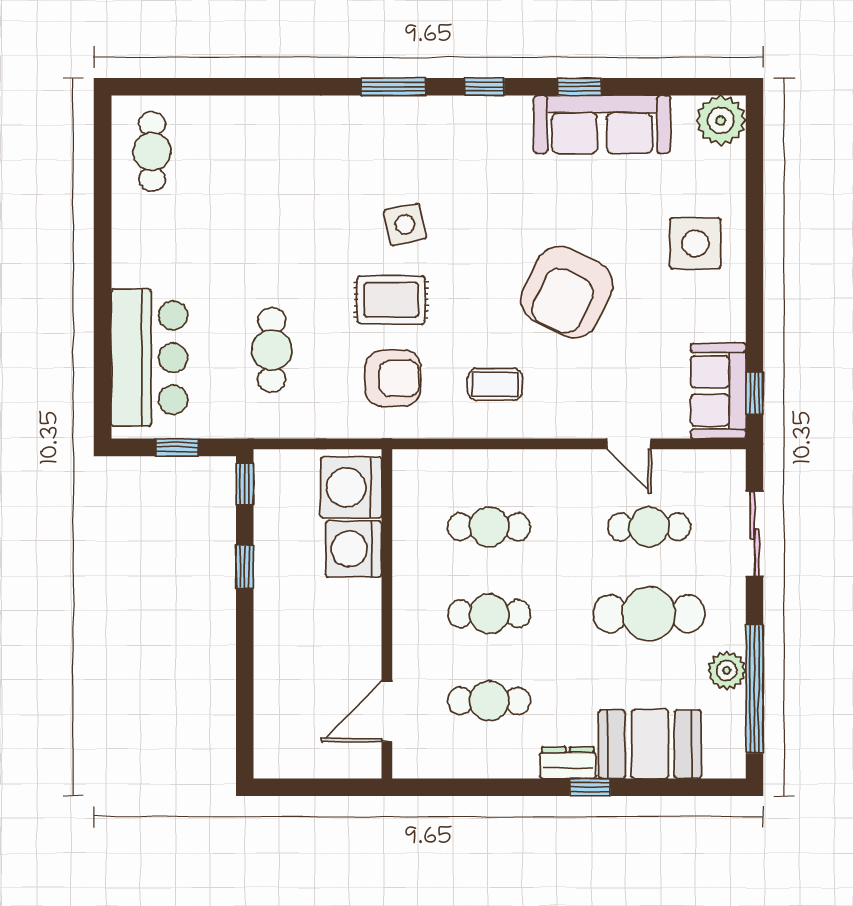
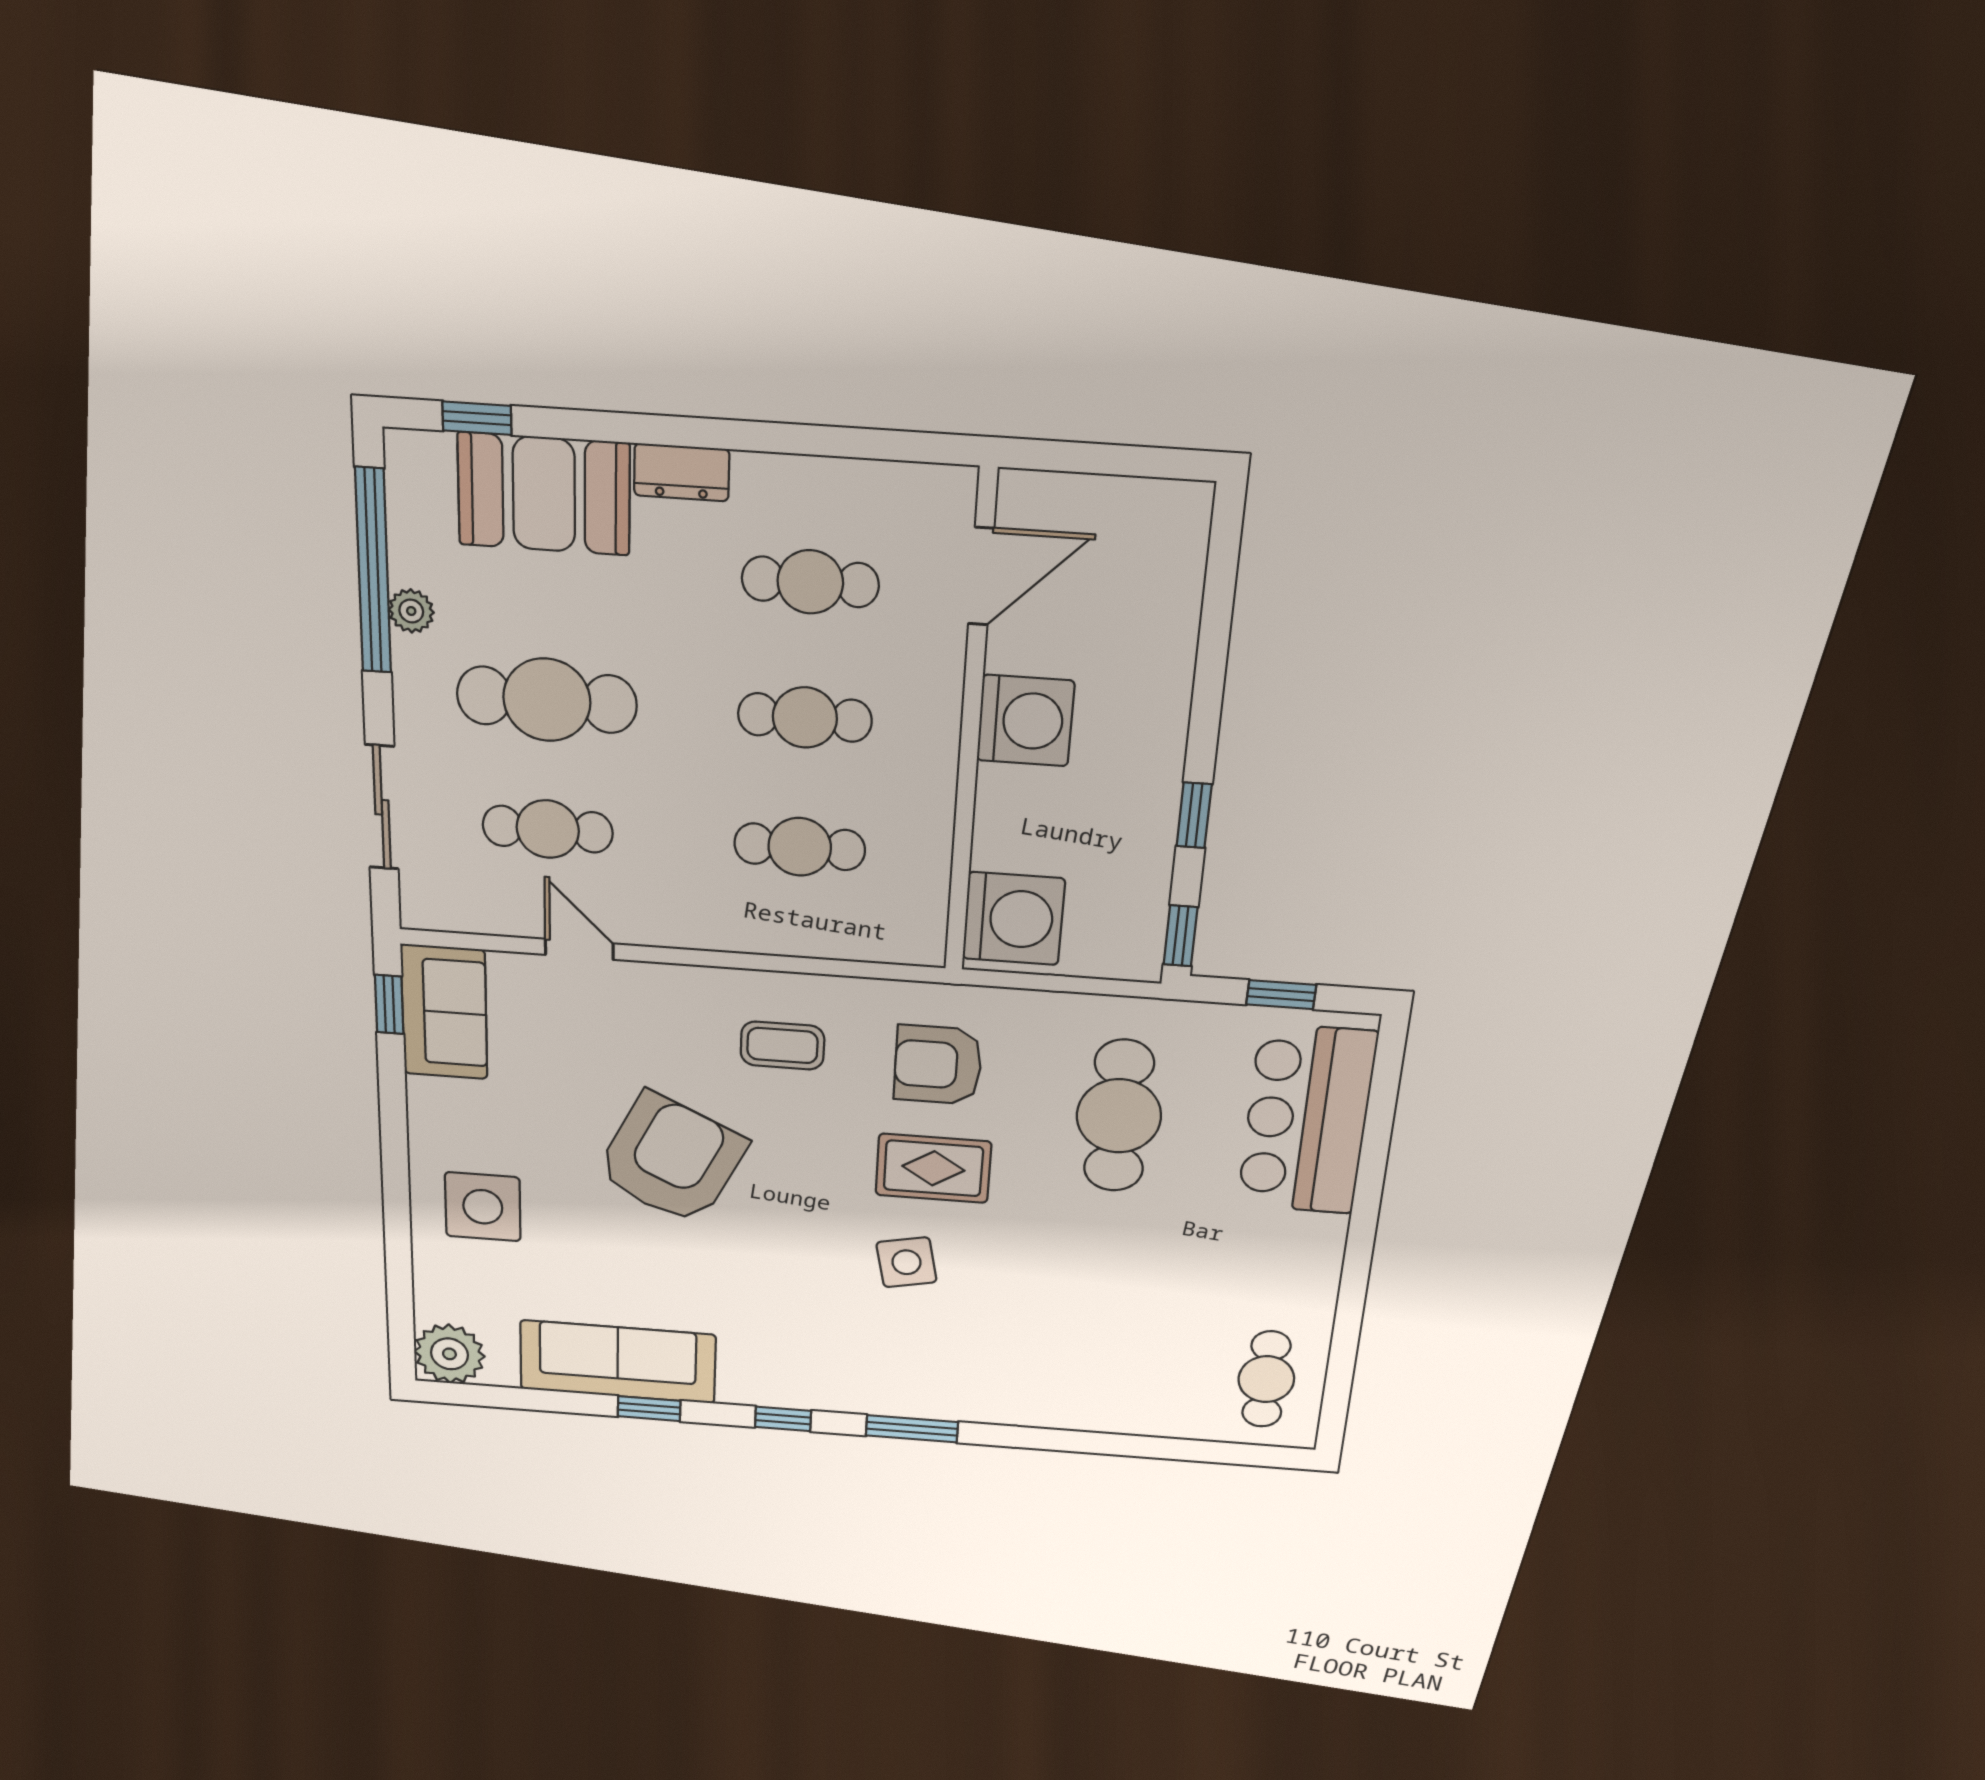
cafe table: (272, 350) -> (1119, 1116), width x1.37, depth x1.35
washing machine: (354, 549) -> (1025, 721), moved
plant: (727, 671) -> (411, 611), width x0.73, depth x0.73
window: (590, 787) -> (477, 418), moved

